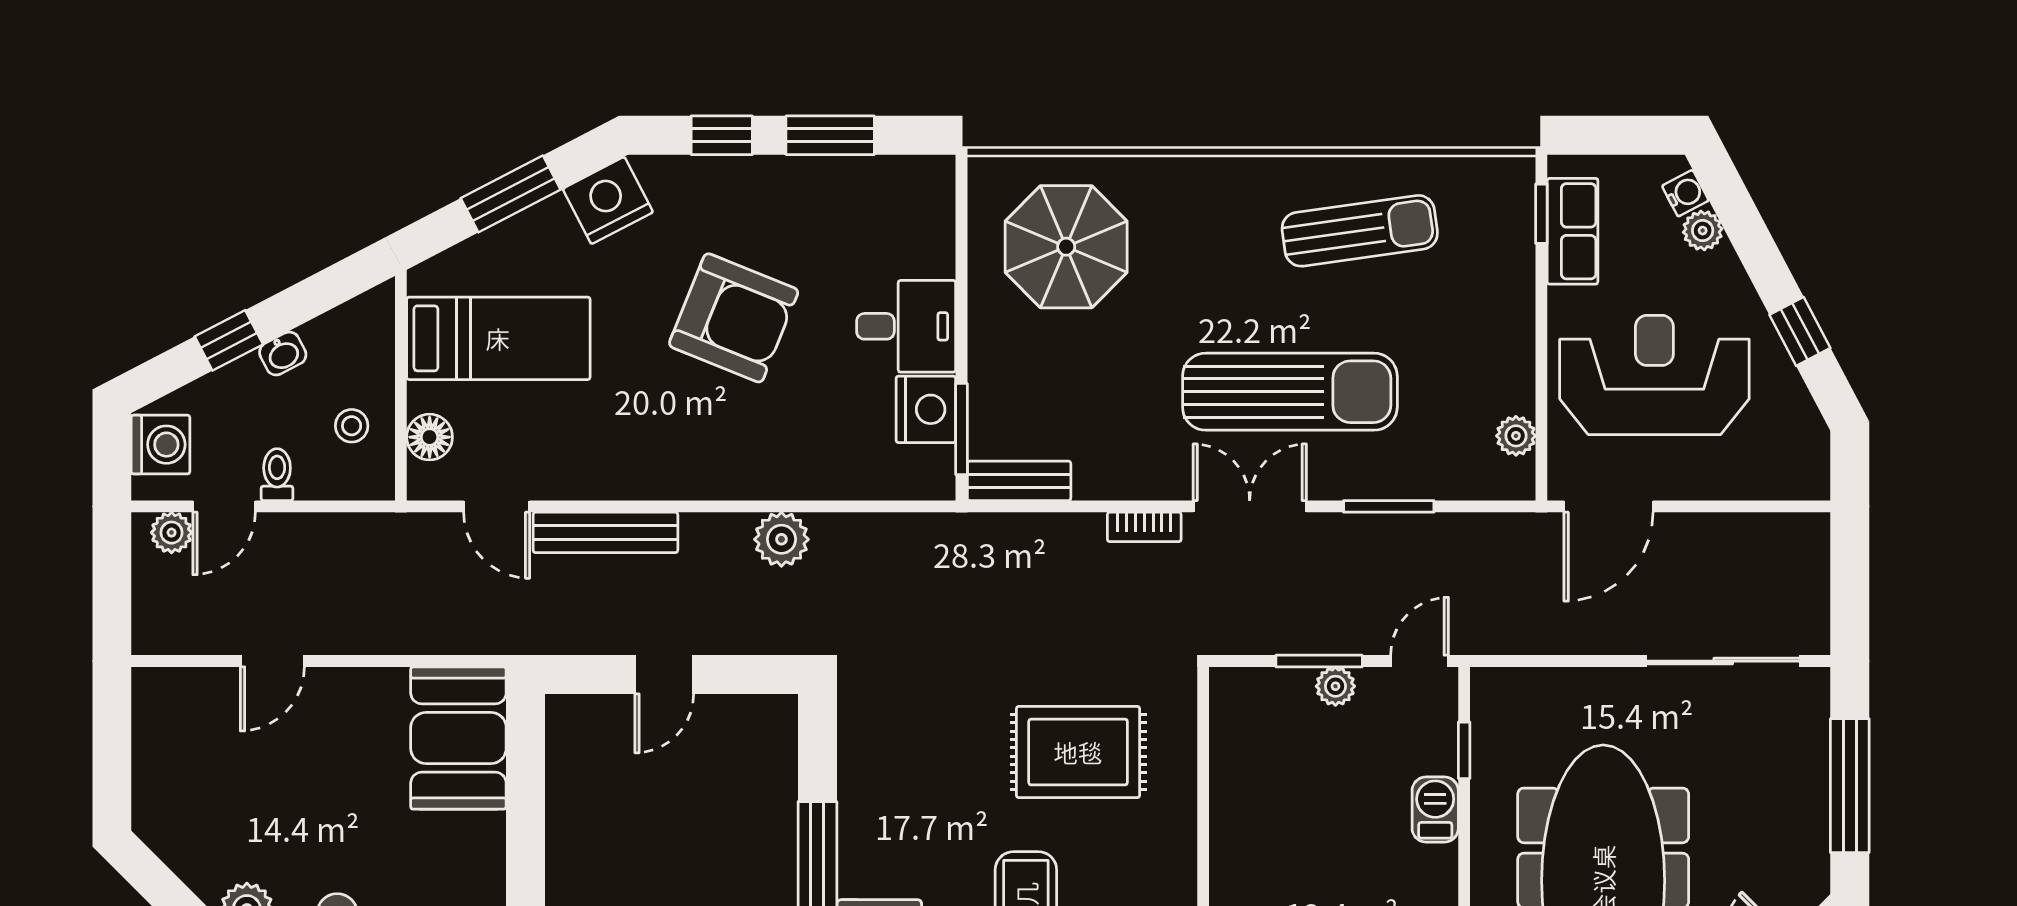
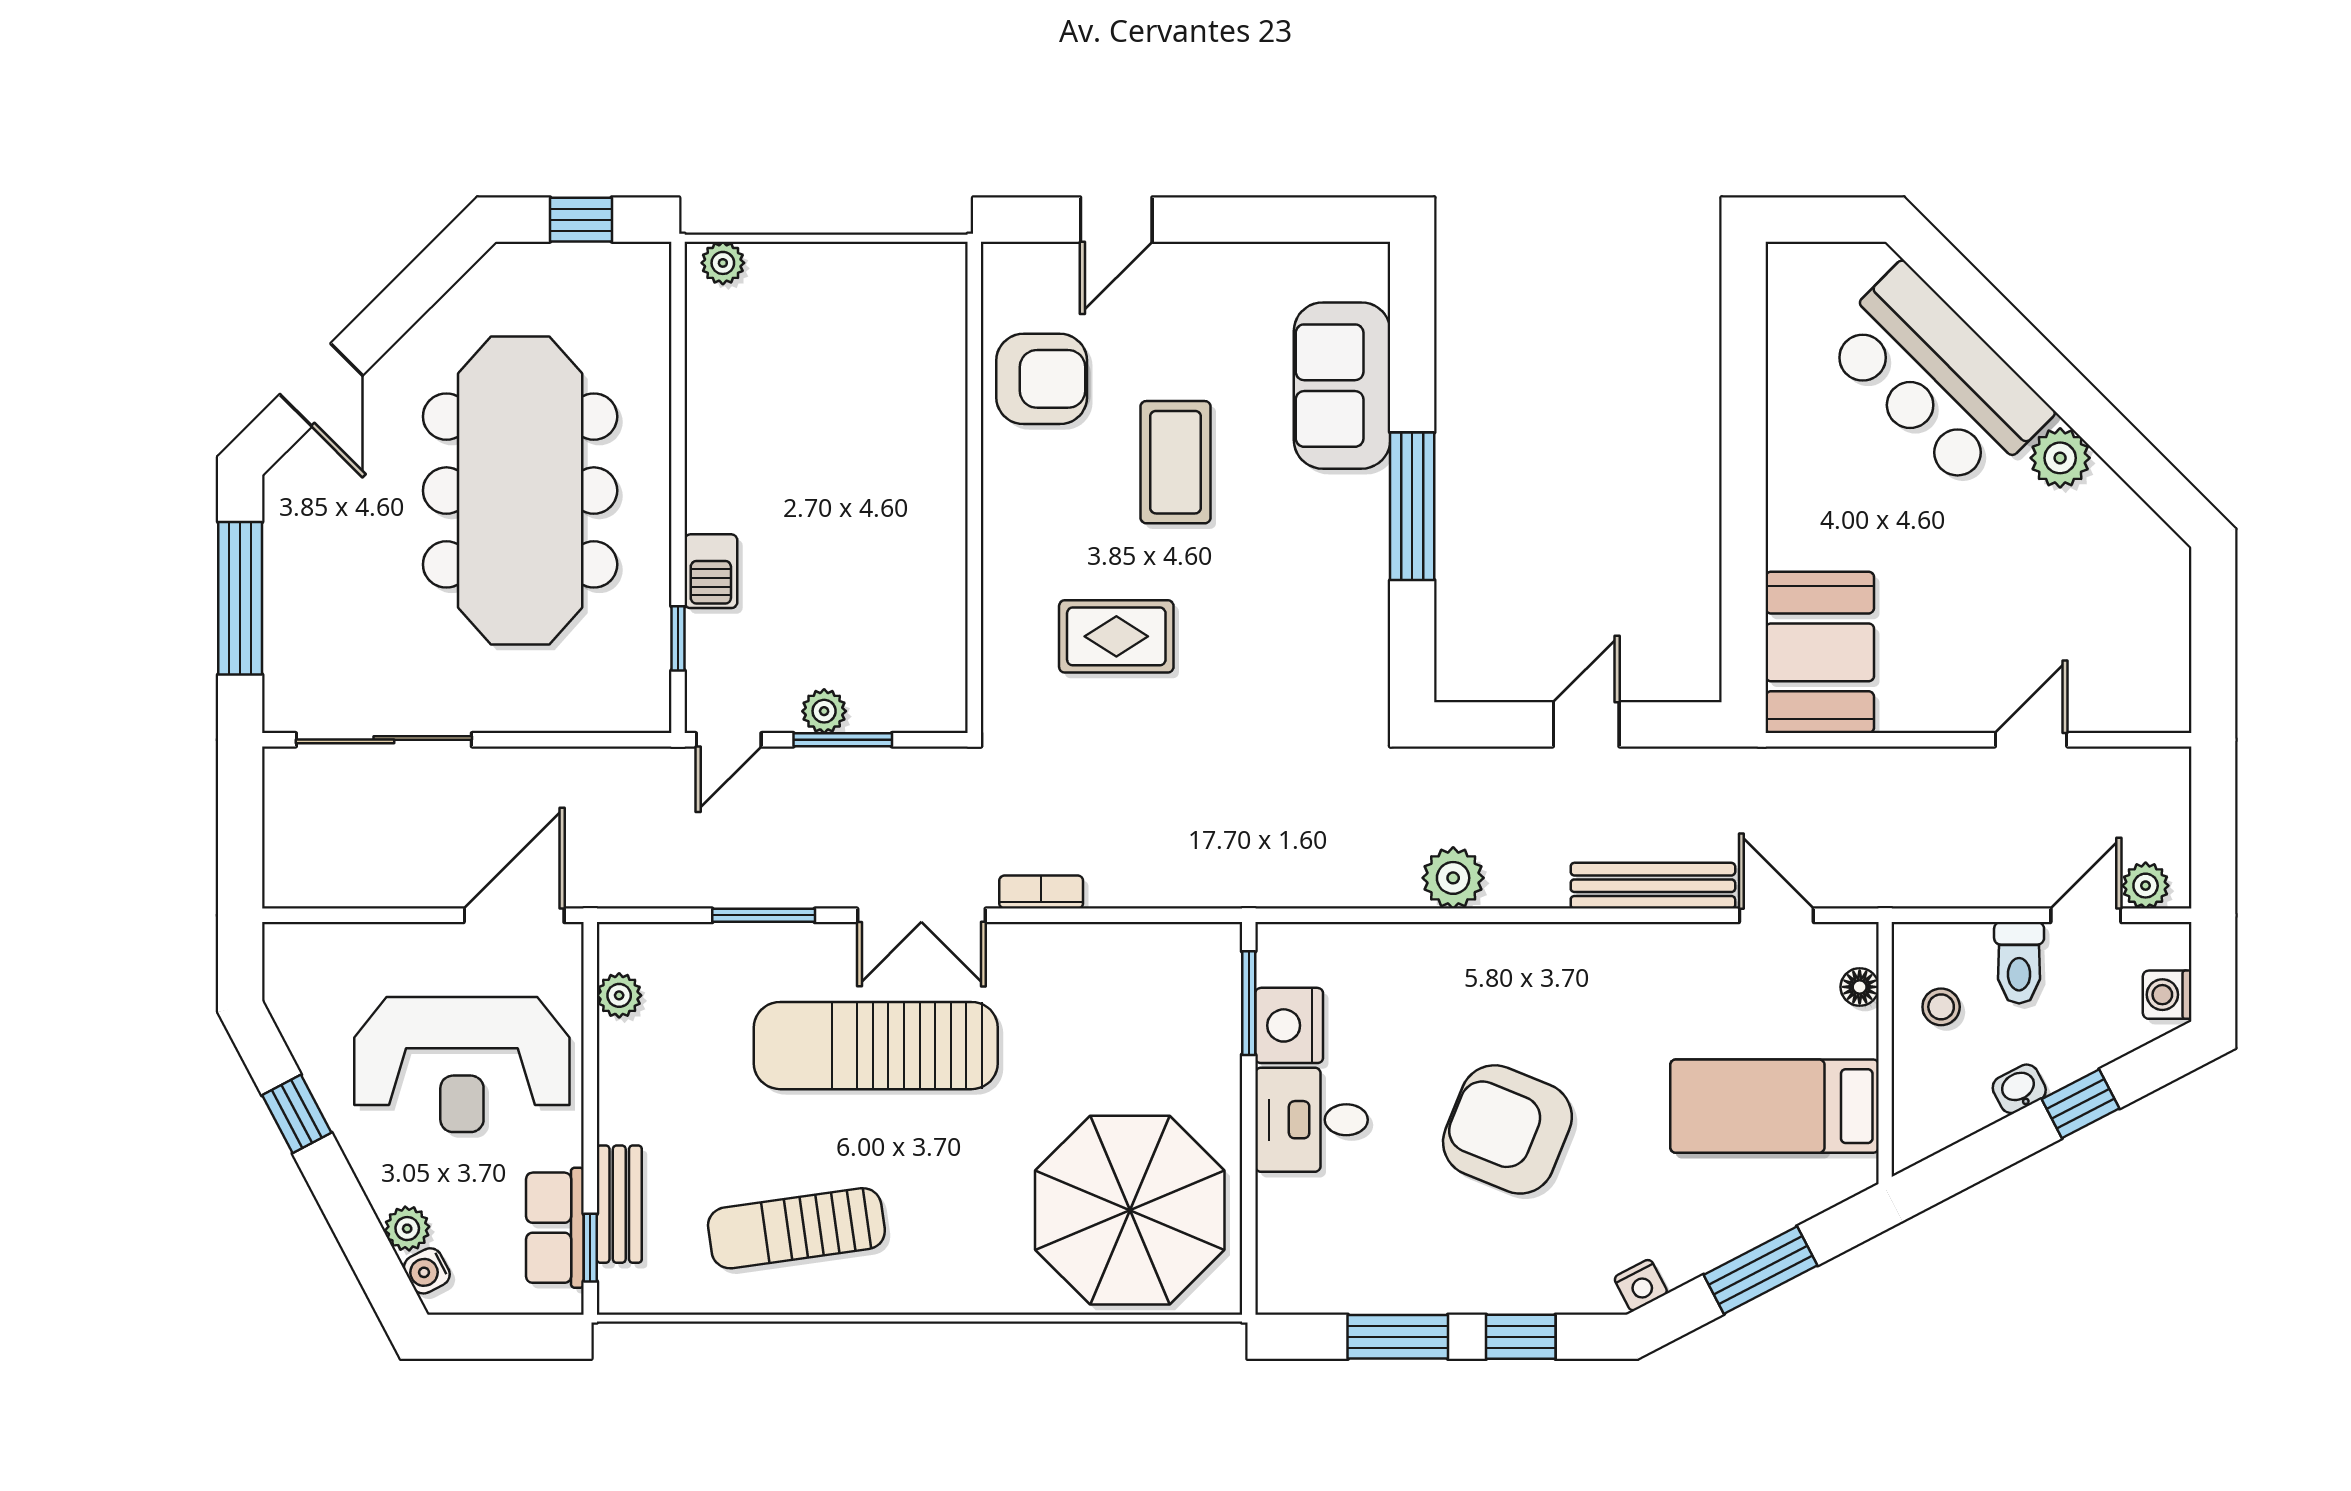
nightstand: (608, 200) -> (1641, 1285), width x0.53, depth x0.56
parasol: (1066, 247) -> (1130, 1210), width x1.36, depth x1.36
floor lamp: (430, 437) -> (1860, 987), width x0.73, depth x0.73
washing machine: (161, 445) -> (2167, 995), width x0.73, depth x0.73
toilet: (277, 475) -> (2019, 963), width x1.37, depth x1.39
bench: (1019, 481) -> (619, 1204), moved, turned 90
rug: (1078, 752) -> (1116, 636), width x0.73, depth x0.70

